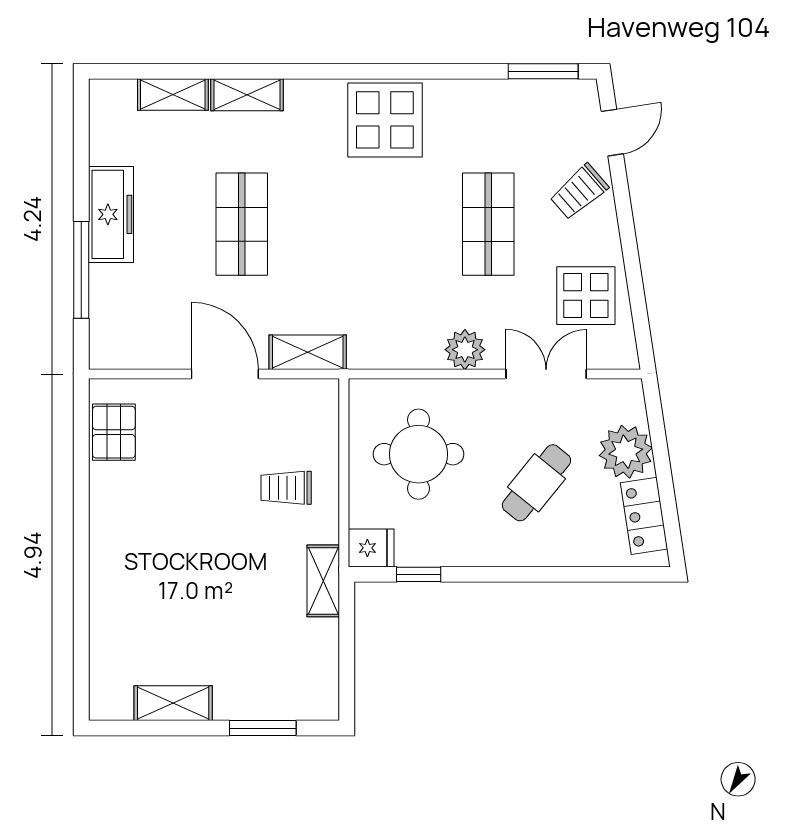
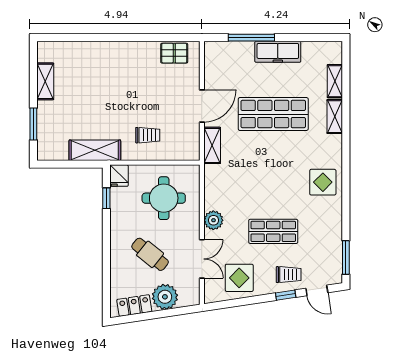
display table: (385, 120) -> (323, 182), width x0.73, depth x0.73
trolley: (579, 192) -> (289, 275), turned 131
window: (622, 198) -> (286, 295), added
shop shelf: (242, 224) -> (273, 114), width x1.43, depth x1.36
trolley: (286, 488) -> (148, 135), turned 90
shelving: (323, 581) -> (95, 150), width x1.50, depth x1.33

